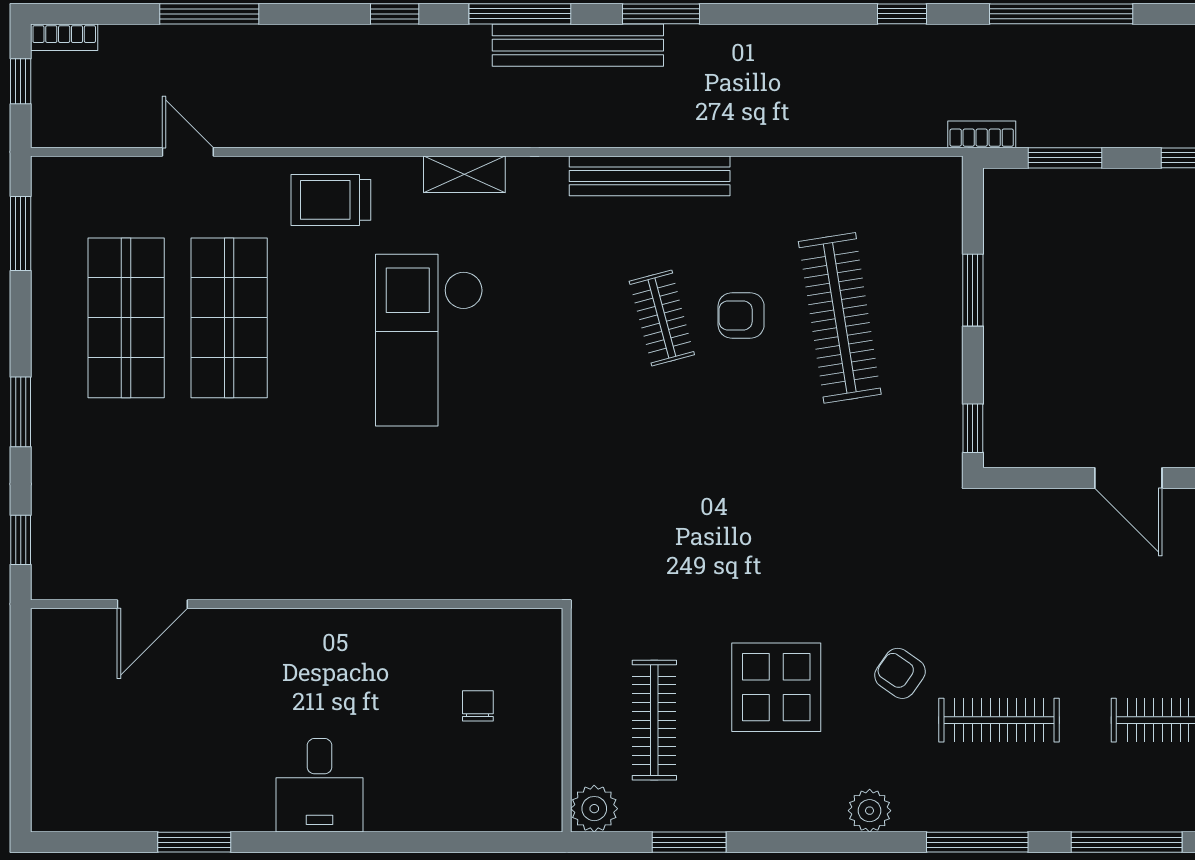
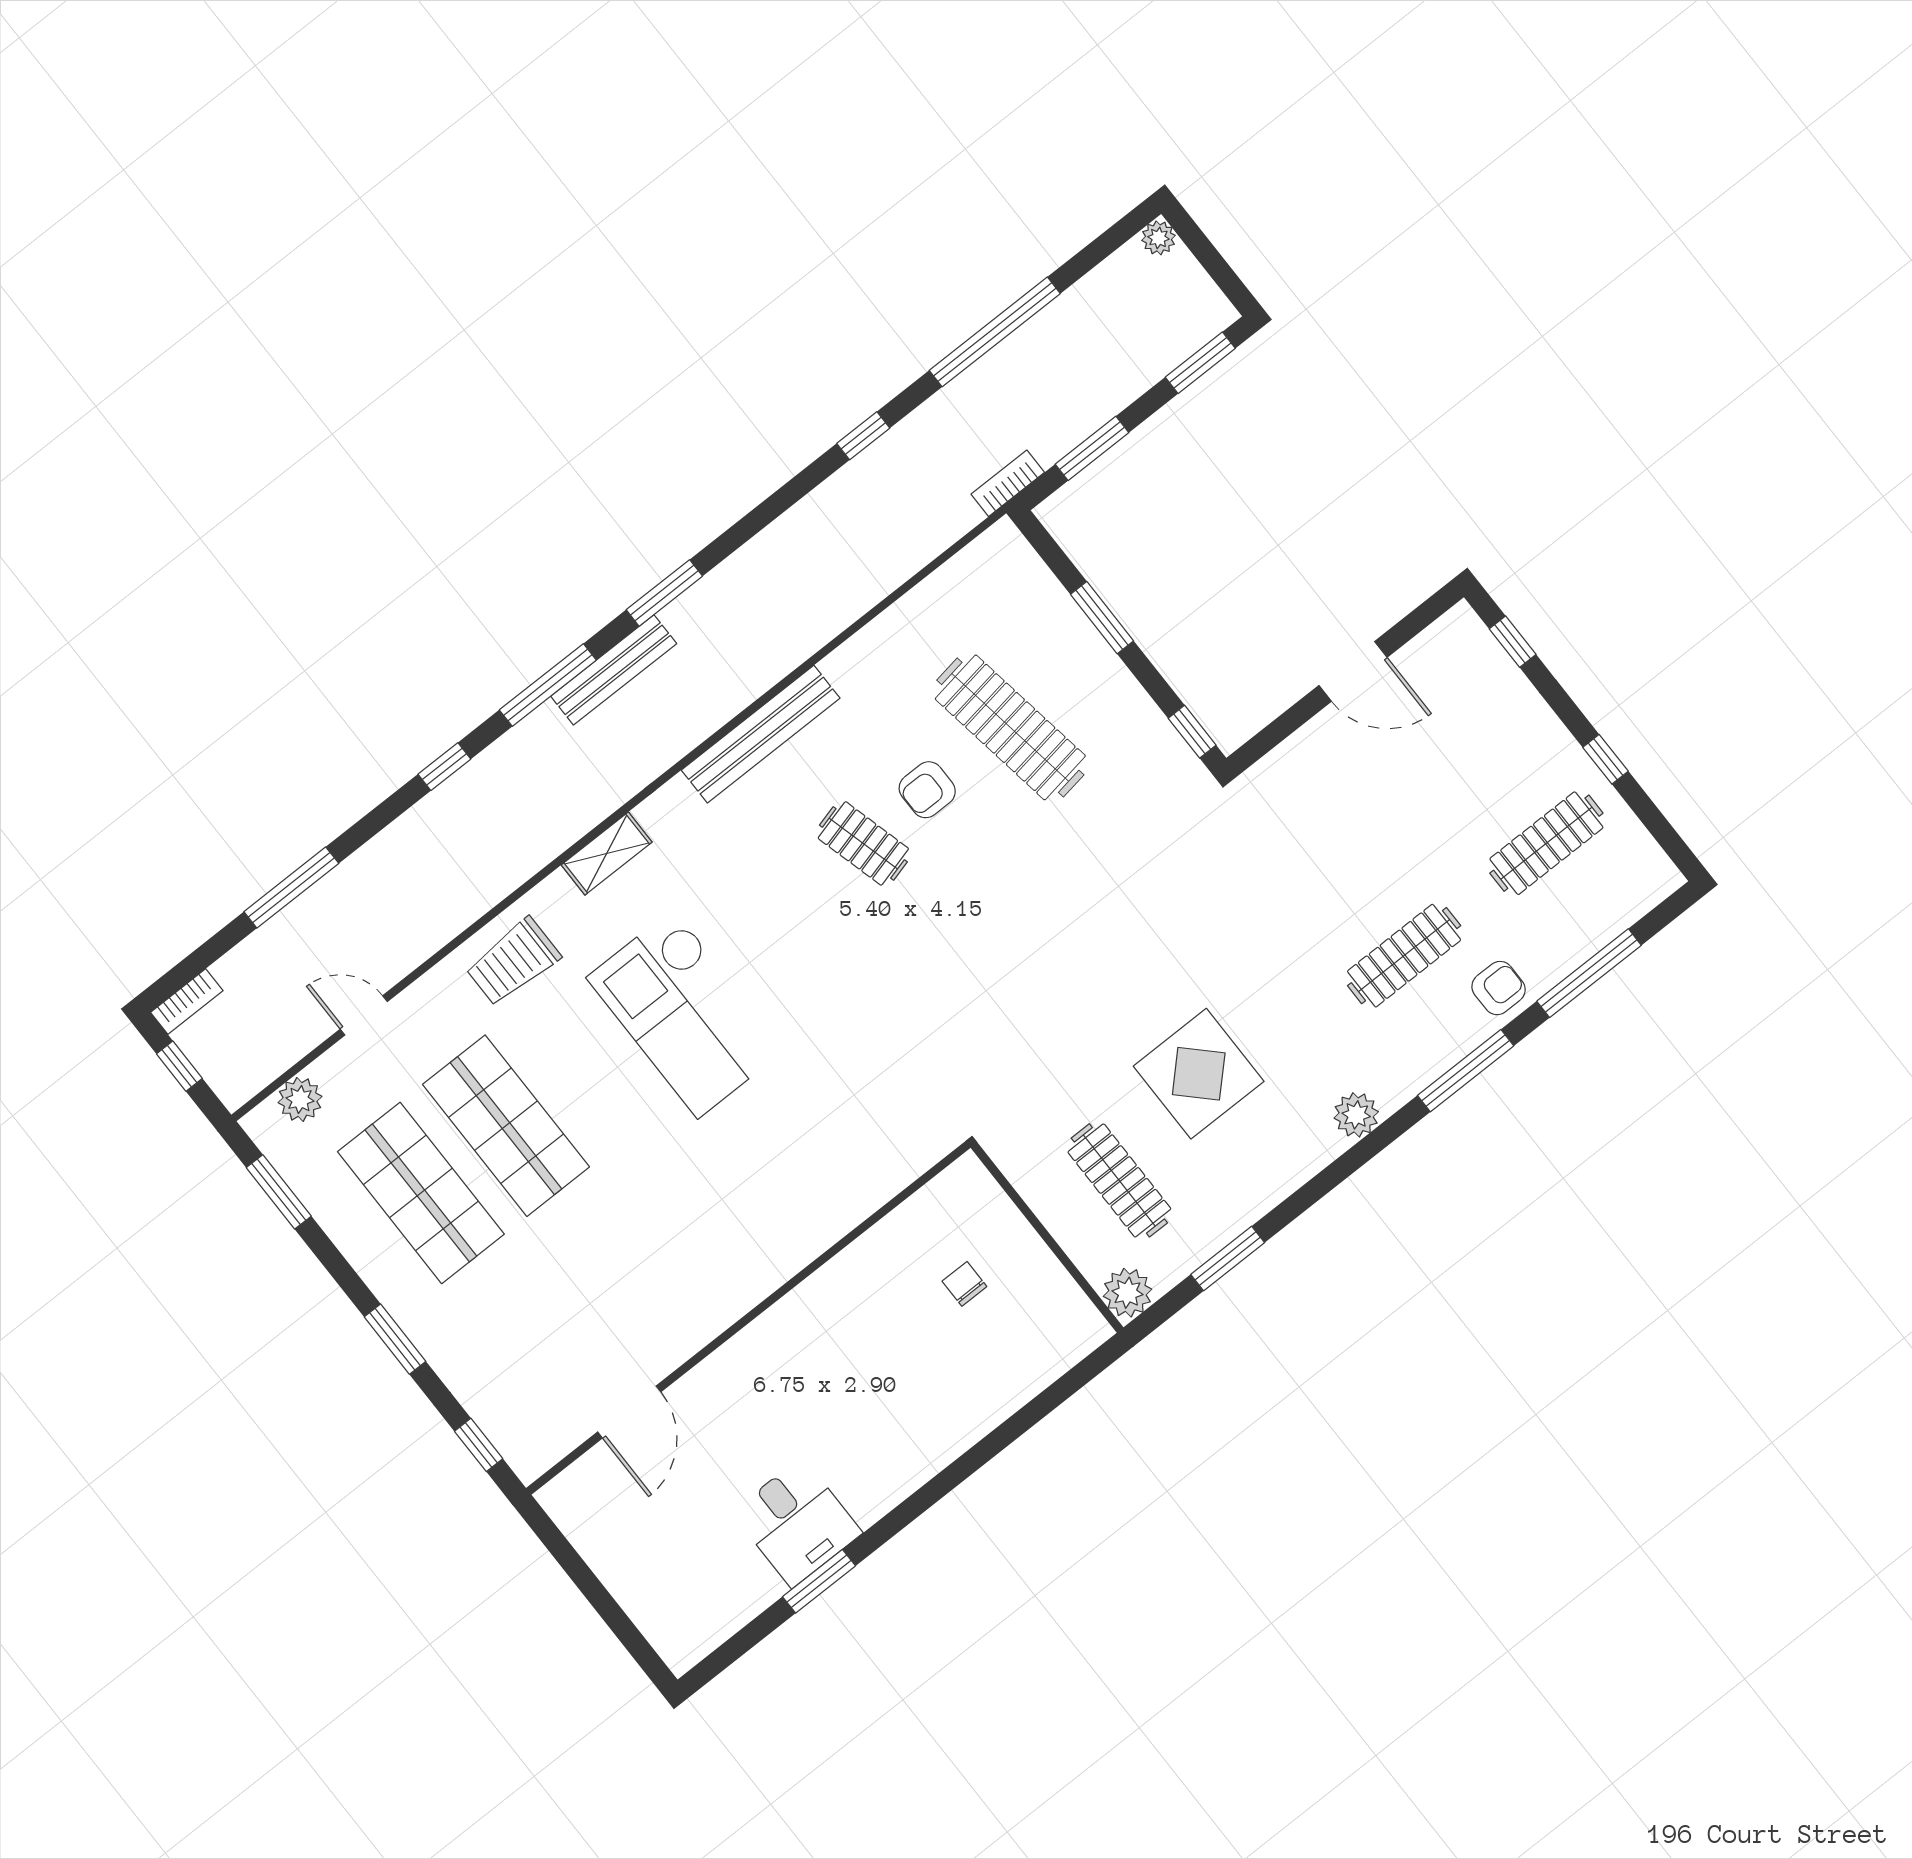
bench: (578, 45) -> (614, 670), width x0.73, depth x0.82
plant: (91, 177) -> (300, 1100), added
armchair: (900, 673) -> (1499, 988), moved, turned 145
desk: (319, 785) -> (797, 1522), moved

